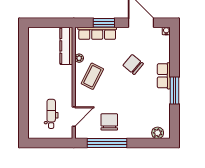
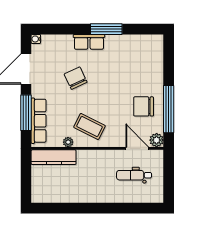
window: (104, 23) -> (26, 113), width x1.44
chair: (133, 65) -> (76, 78), turned 115
plant: (158, 133) -> (157, 140), moved

